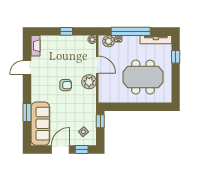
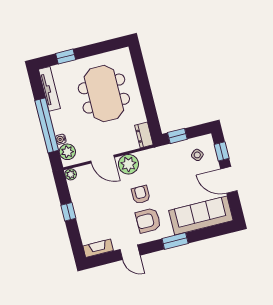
door: (97, 65) -> (103, 159), swing flipped
armchair: (46, 86) -> (148, 220), added
dresser: (107, 98) -> (144, 135), added
window: (27, 112) -> (175, 241), moved

